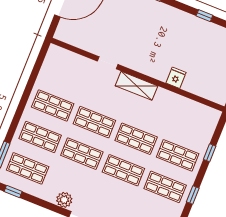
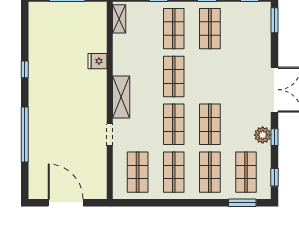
window: (204, 16) -> (25, 69), moved
shelving: (205, 111) -> (119, 19), added
shop shelf: (123, 170) -> (138, 172), moved
plant: (64, 200) -> (263, 135), moved
window: (48, 205) -> (275, 137), added

